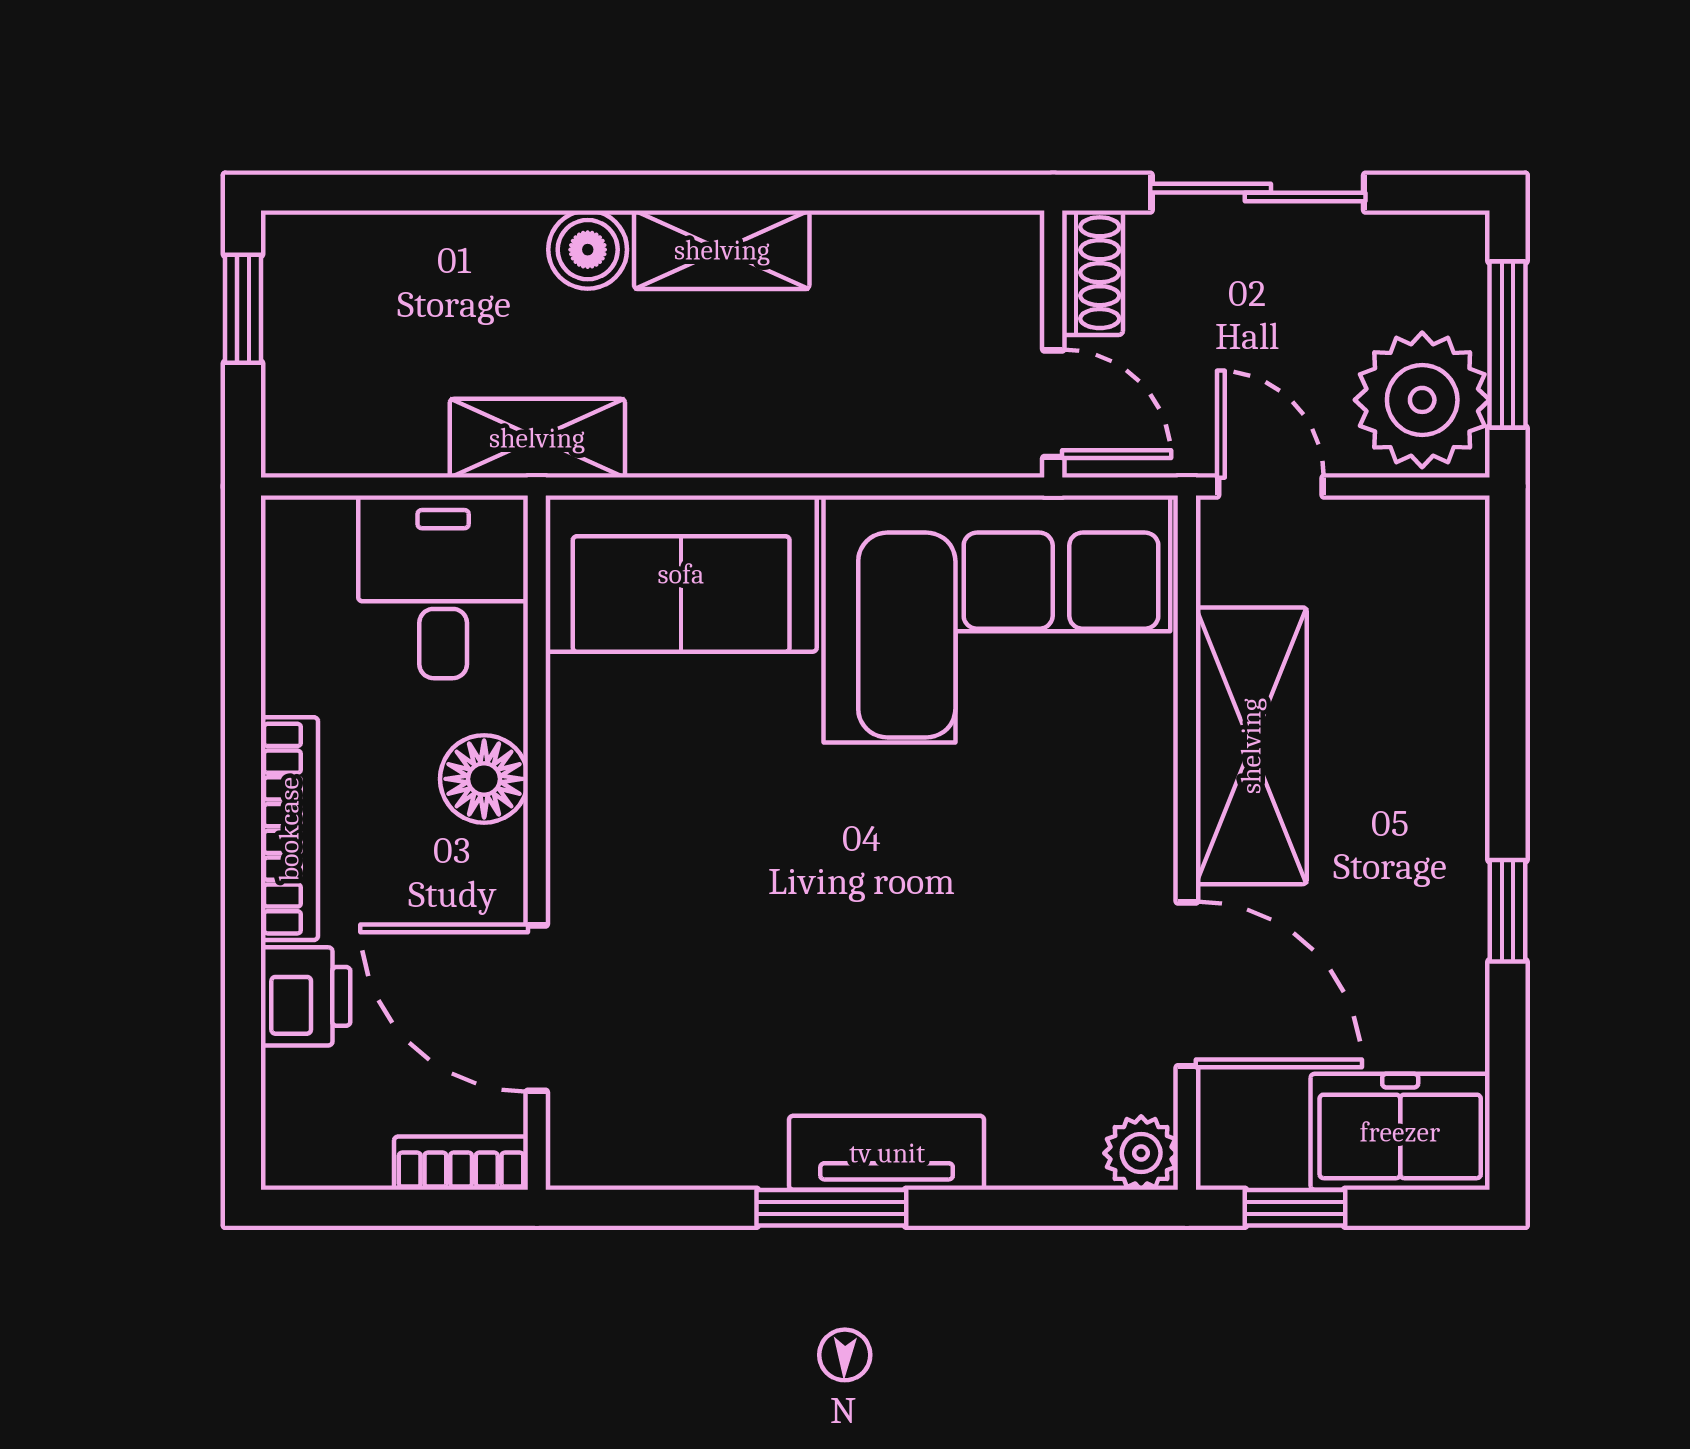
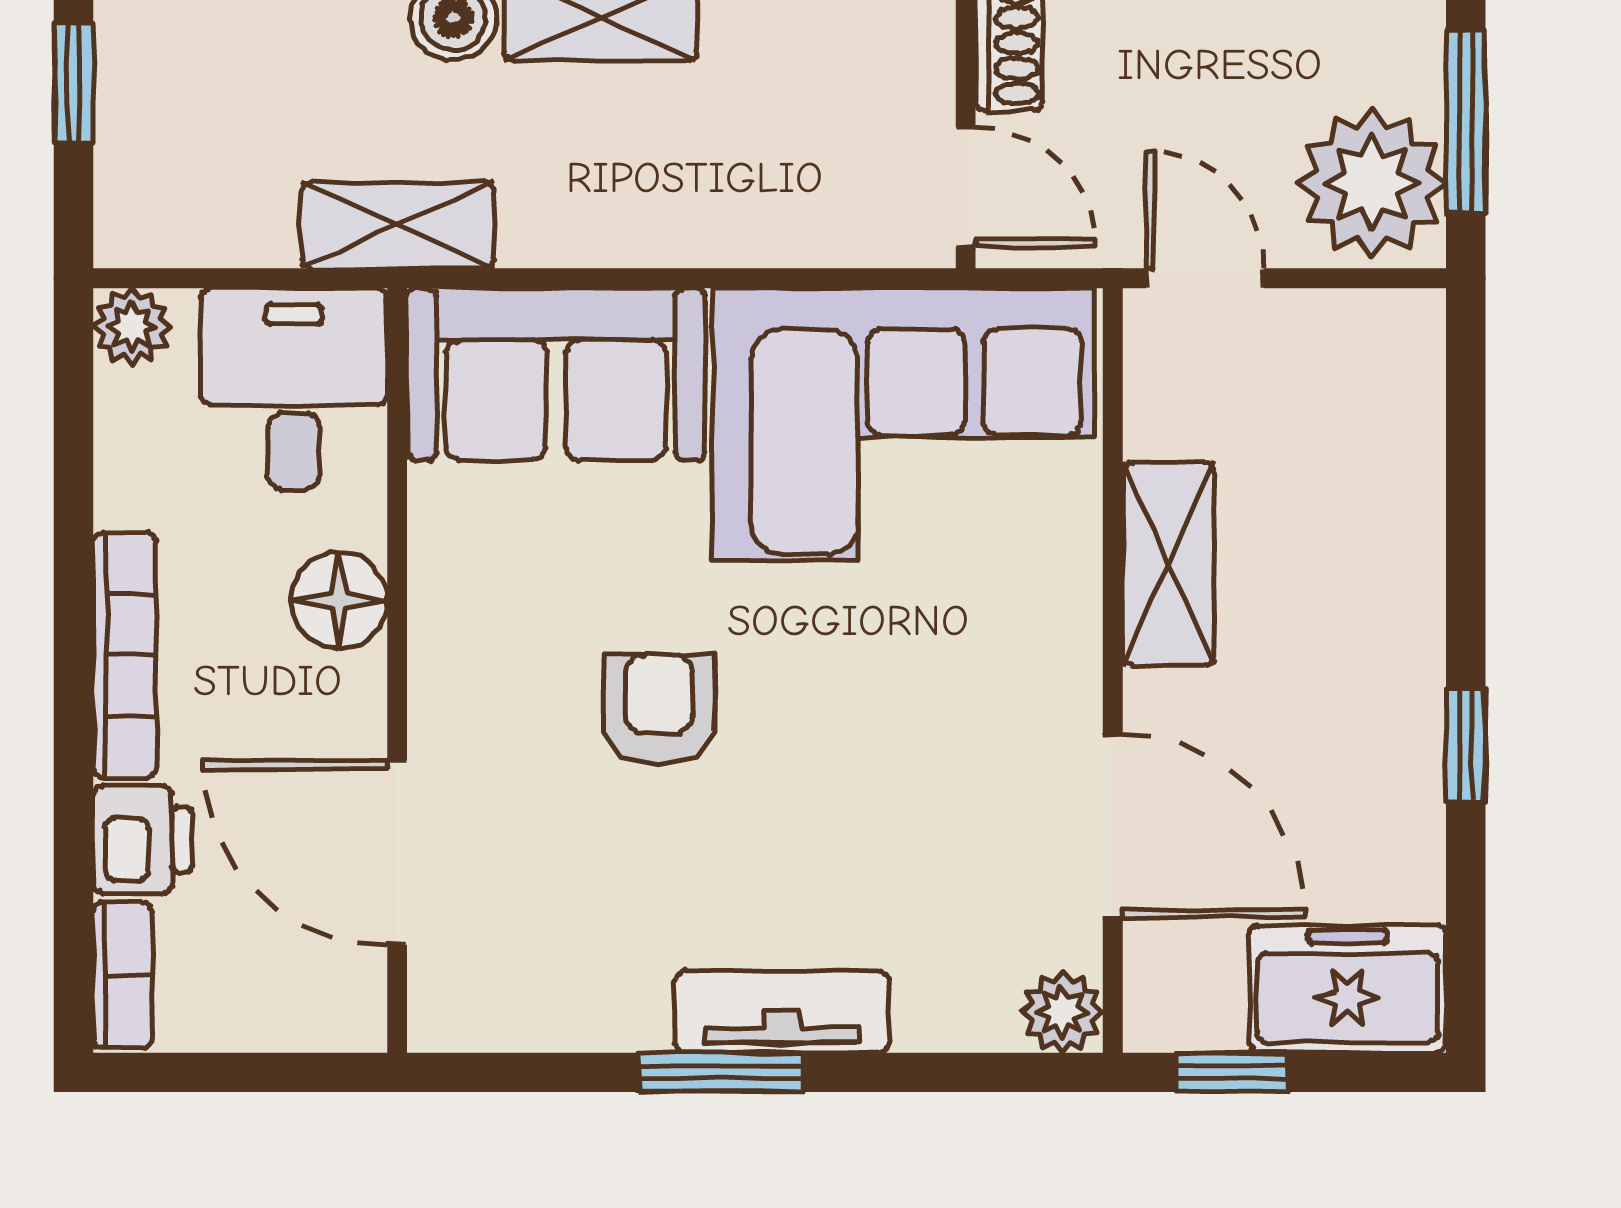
plant: (296, 530) -> (132, 327), added
shelving: (1251, 746) -> (1168, 564), width x0.67, depth x0.75
armchair: (775, 878) -> (659, 710), added
bookcase: (461, 1163) -> (123, 975), moved, turned 90

